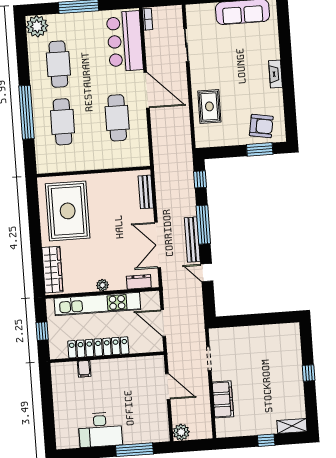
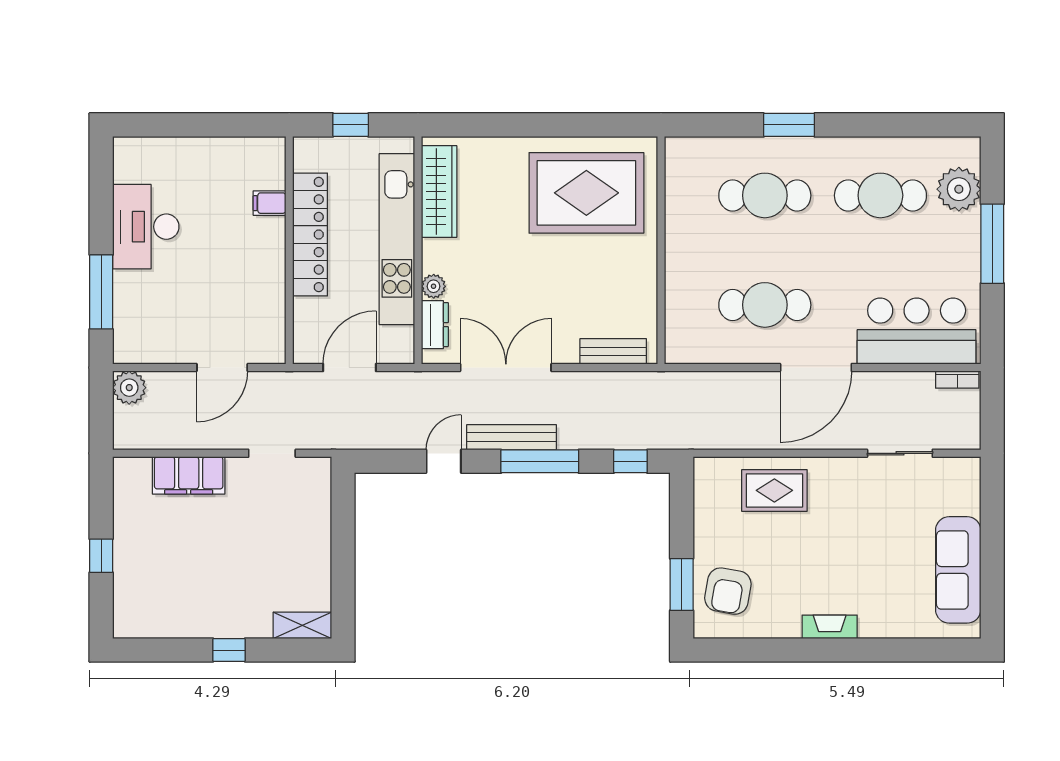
plant: (37, 26) -> (959, 189), moved
window: (26, 112) -> (789, 125), width x0.47
wardrobe: (52, 270) -> (439, 192), moved, turned -90
plant: (102, 285) -> (434, 286), moved
shelving: (292, 426) -> (302, 625), moved, turned 90

